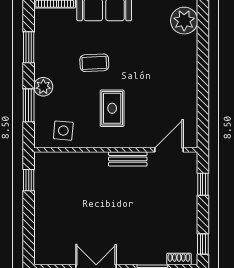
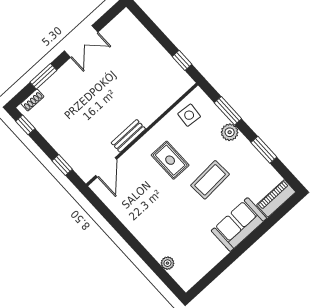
plant: (184, 21) -> (167, 263), width x0.53, depth x0.53
coffee table: (94, 63) -> (210, 180), width x1.36, depth x1.30

